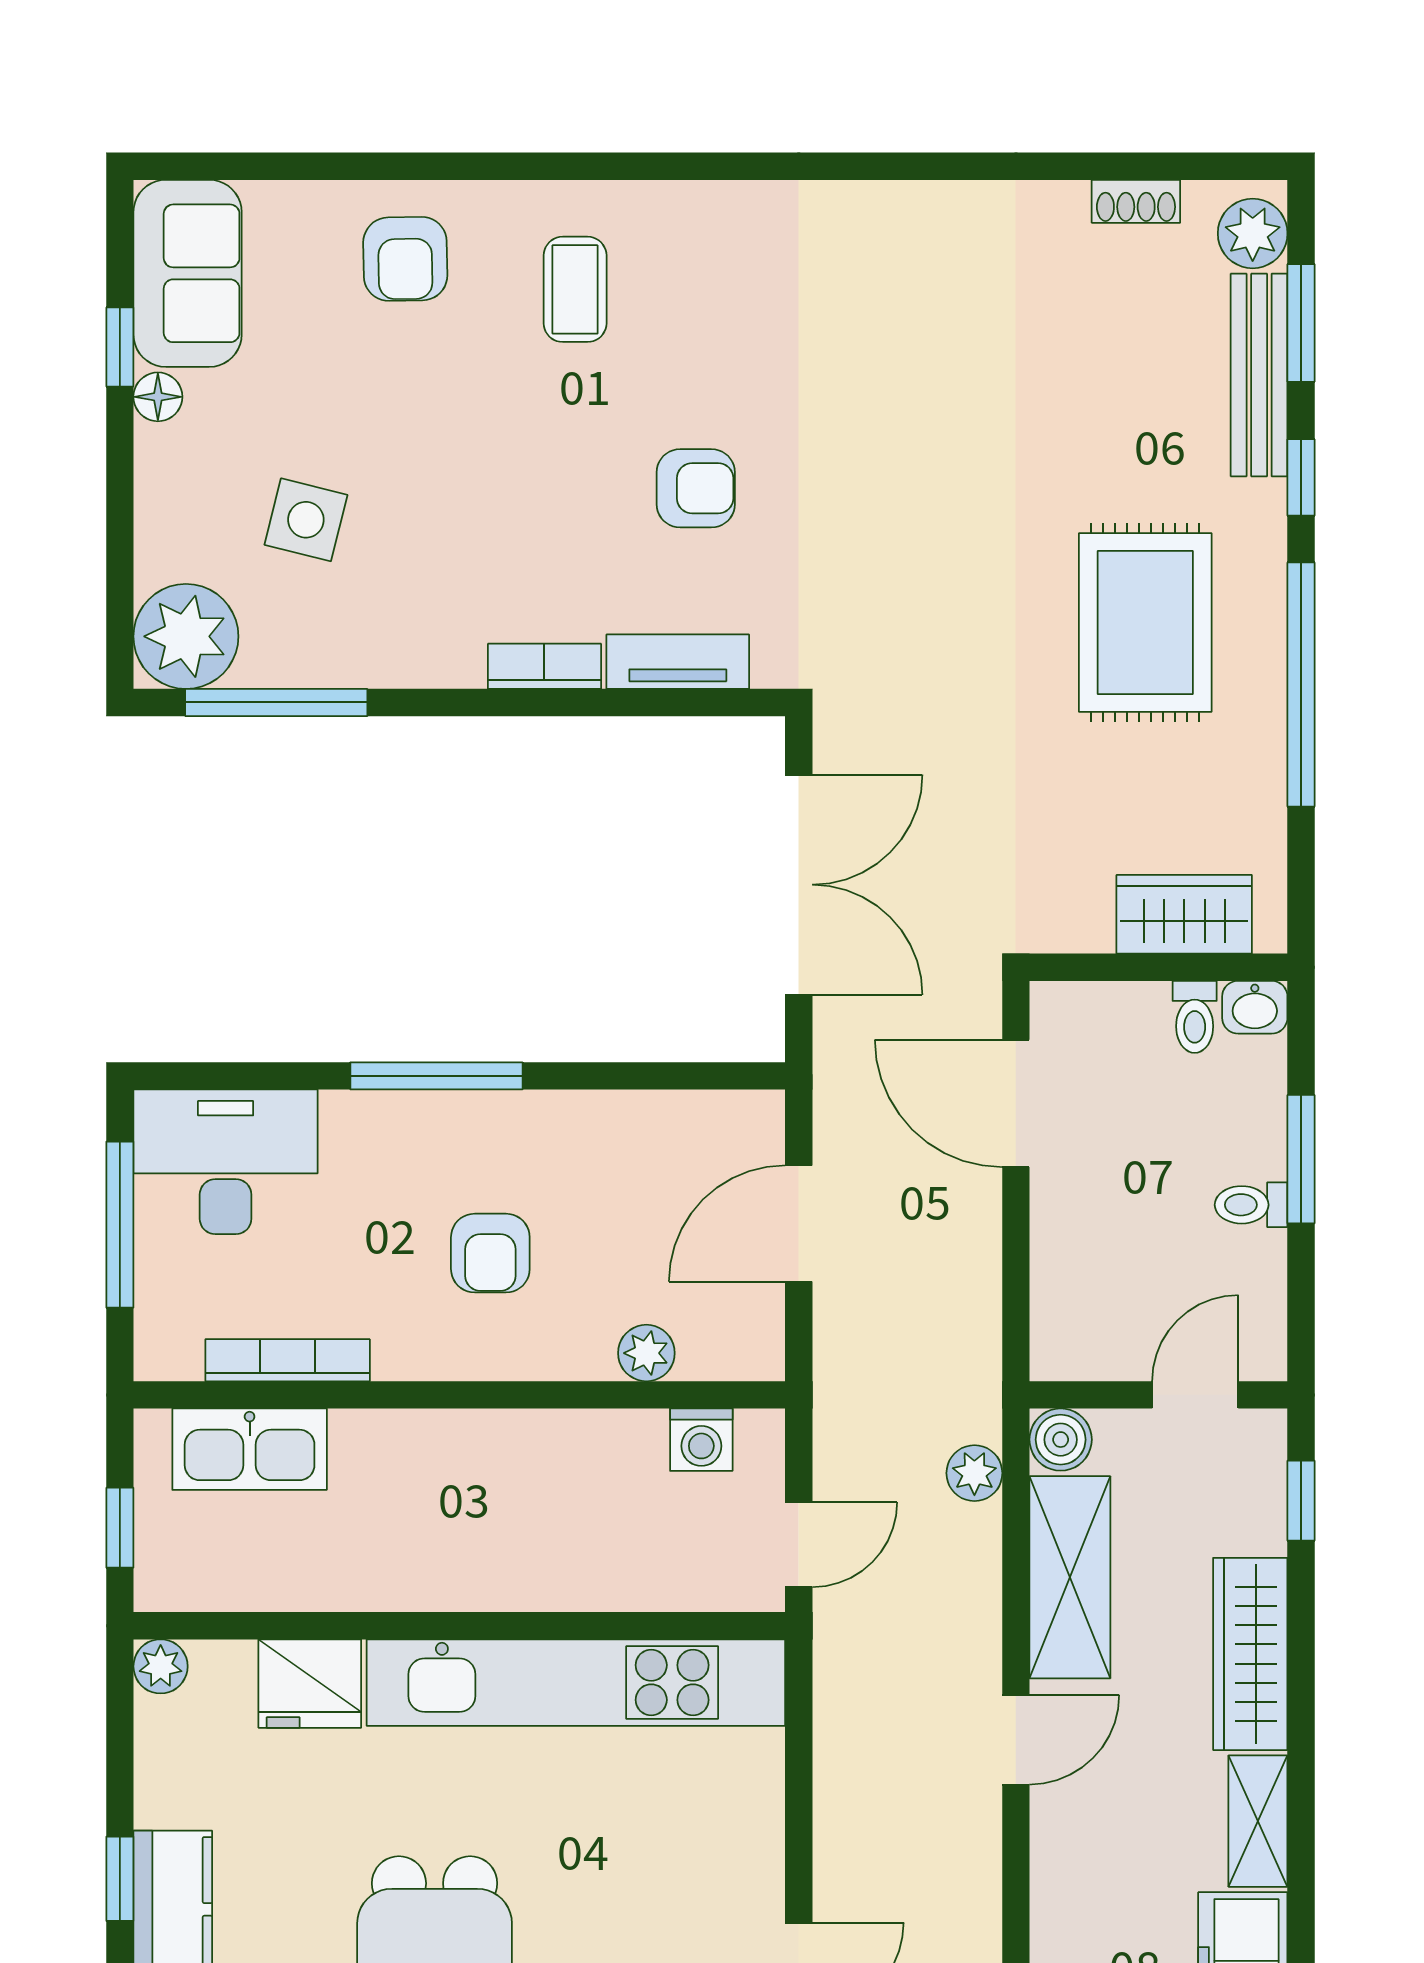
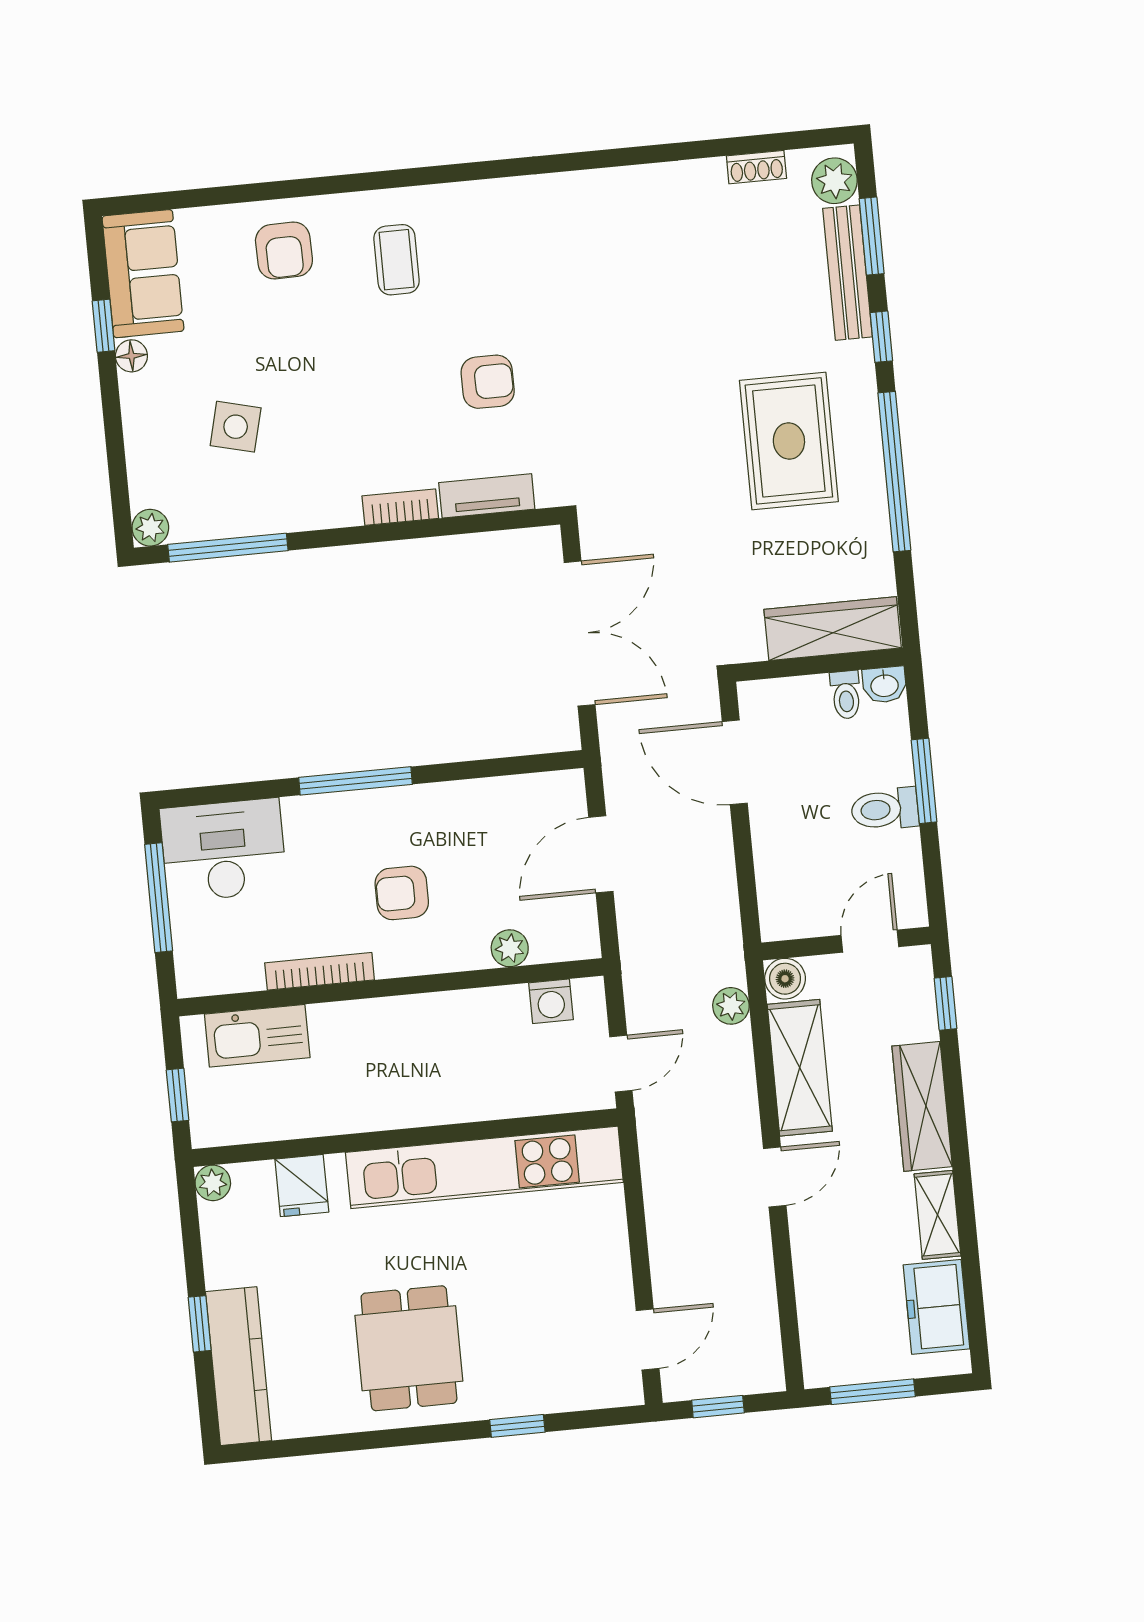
plant: (186, 636) -> (150, 528), width x0.53, depth x0.53
wardrobe: (1184, 914) -> (833, 629), width x1.50
toilet: (1251, 1205) -> (885, 809), width x1.37, depth x1.39
armchair: (490, 1253) -> (402, 893), turned 90
bookcase: (288, 1360) -> (320, 971), moved
fridge: (310, 1684) -> (302, 1186), width x0.72

